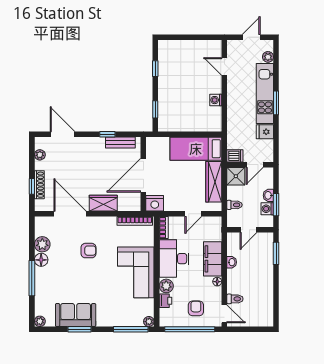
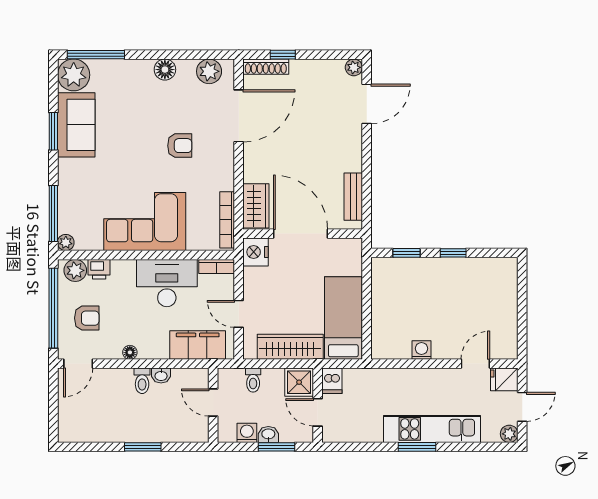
door: (251, 37) -> (522, 407), hinge flipped
plant: (268, 57) -> (509, 434), moved
window: (155, 69) -> (453, 253), moved
fridge: (265, 132) -> (504, 379), moved, turned -90
window: (107, 134) -> (367, 176), removed
plant: (40, 155) -> (354, 67), moved
shoe rack: (39, 185) -> (266, 67), moved
wardrobe: (103, 203) -> (256, 206), moved
window: (276, 205) -> (276, 447), moved
plant: (42, 244) -> (209, 71), moved
armchair: (88, 251) -> (180, 146), turned -90
window: (276, 253) -> (143, 447), moved
filing cabinet: (213, 259) -> (198, 345), moved
window: (32, 278) -> (96, 55), moved
plant: (166, 286) -> (75, 270), moved
toilet: (235, 299) -> (142, 381), moved
plant: (40, 321) -> (74, 75), width x1.88, depth x1.88

